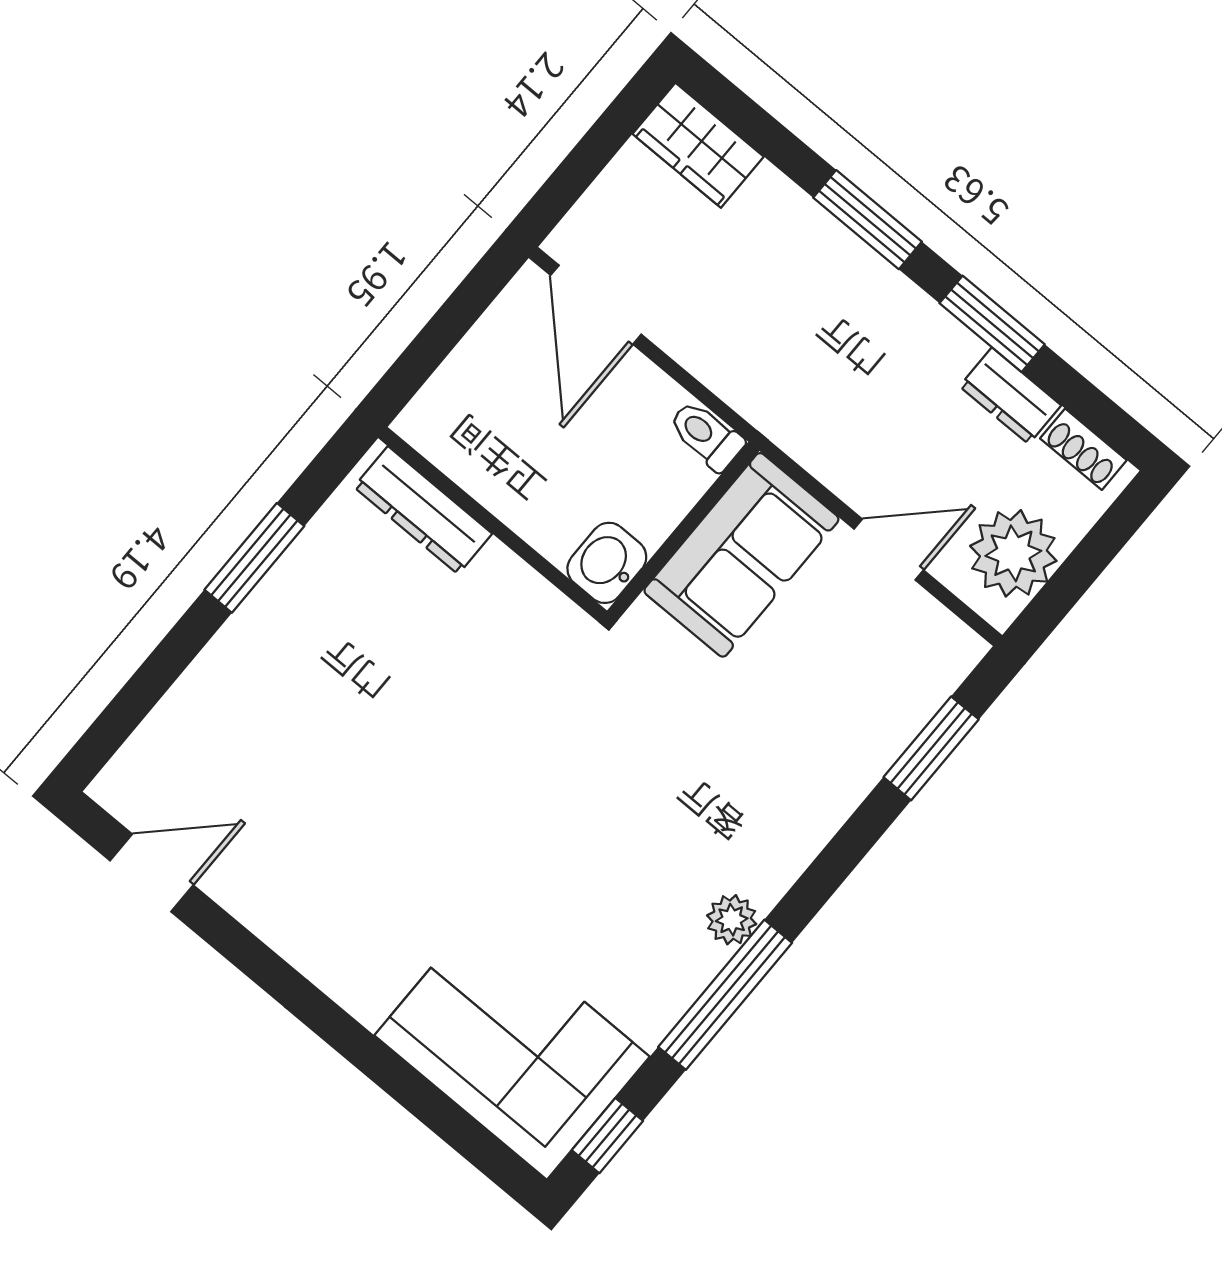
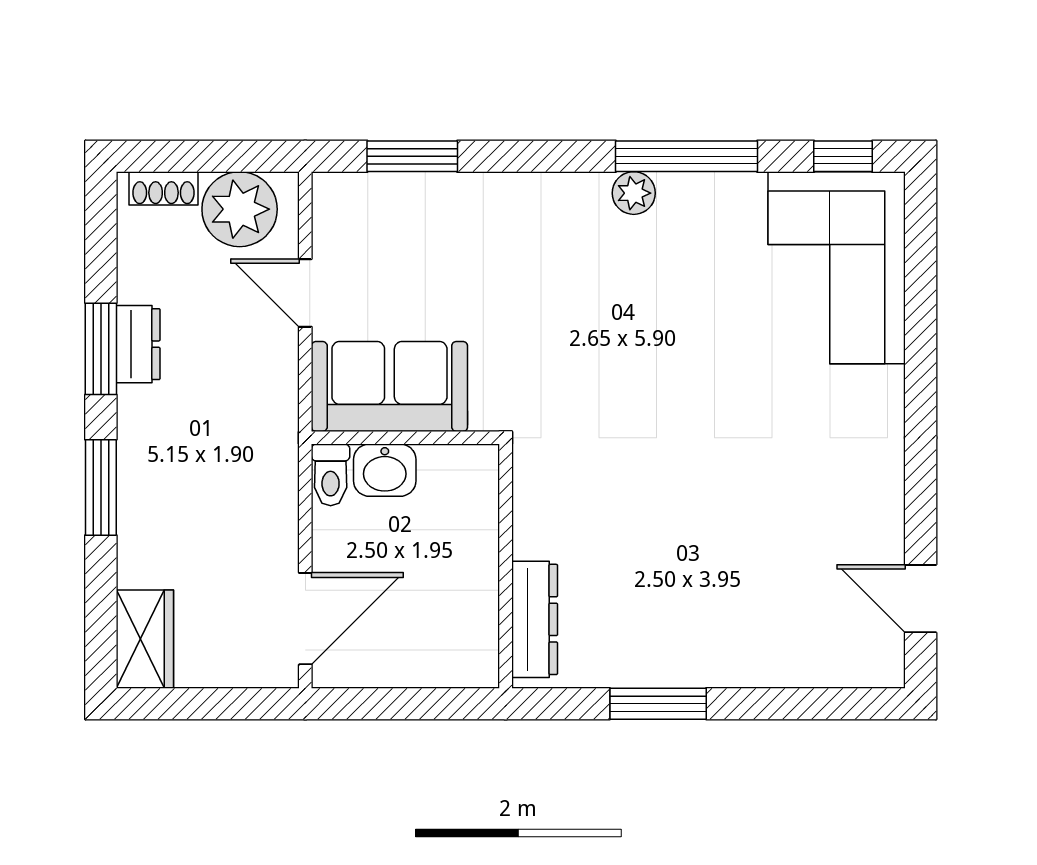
dresser: (1010, 396) -> (138, 344), moved
shoe rack: (1083, 449) -> (164, 188), moved, turned 90
washbasin: (607, 563) -> (385, 470), moved

